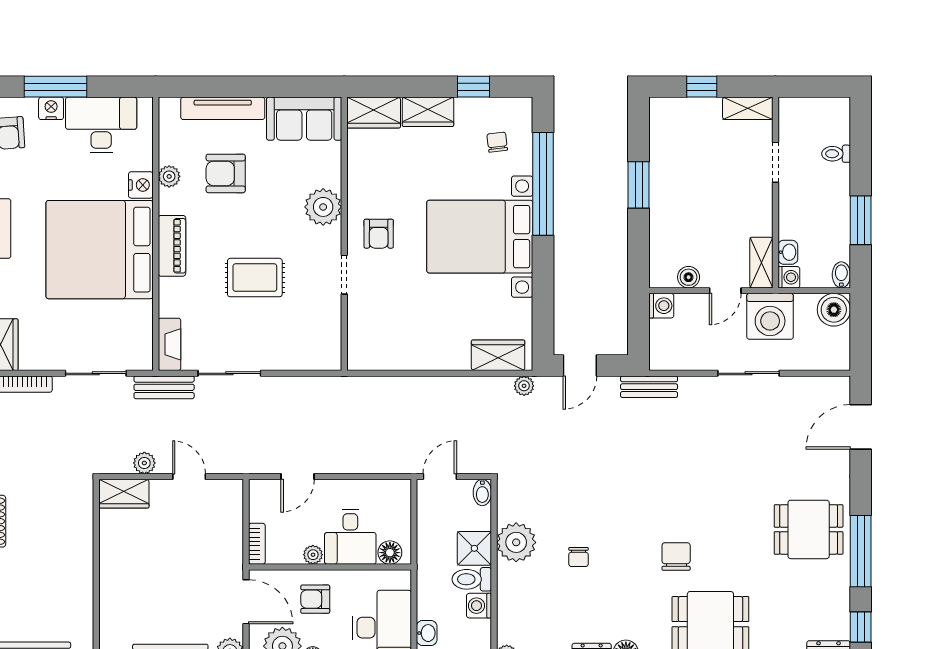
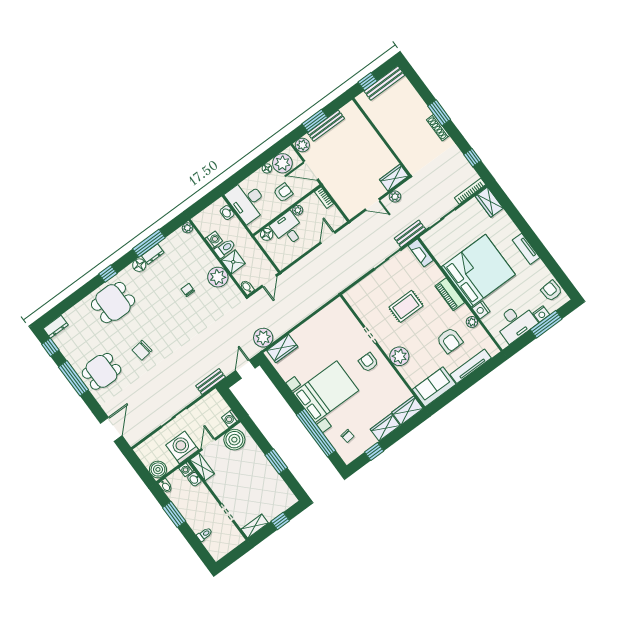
armchair: (226, 173) -> (450, 340), turned 90
boiler: (689, 277) -> (234, 440), width x1.86, depth x1.86
plant: (524, 386) -> (263, 338), width x1.87, depth x1.87
chair: (676, 557) -> (142, 350), moved, turned 82

